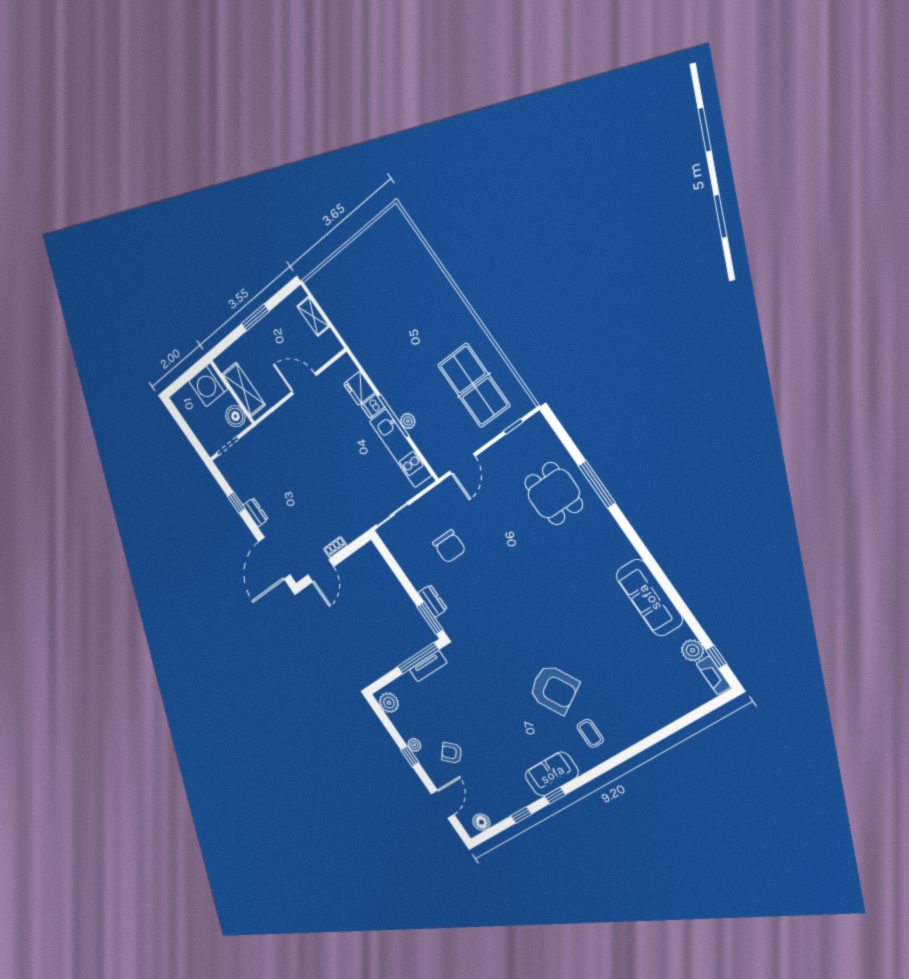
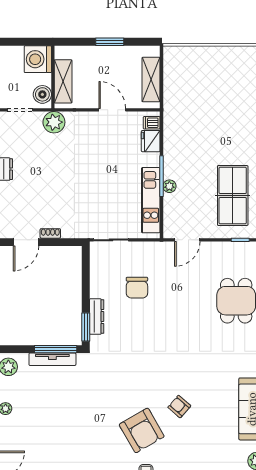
shelving: (313, 316) -> (151, 80), width x1.50, depth x1.33
dishwasher: (373, 406) -> (152, 123), moved
plant: (263, 436) -> (54, 122), added
dresser: (433, 601) -> (97, 316), width x1.44
tv unit: (428, 666) -> (52, 359), width x1.41
armchair: (452, 753) -> (179, 407), moved

